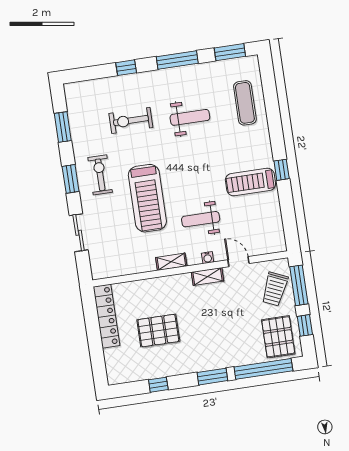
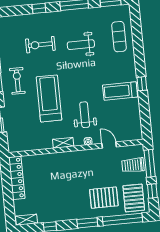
weight bench: (190, 117) -> (81, 45), turned 180
treadmill: (147, 198) -> (49, 98), turned 180
weight bench: (201, 219) -> (85, 115), turned 90
shelving: (208, 276) -> (26, 220), moved
trolley: (275, 289) -> (133, 165), turned 66
pallet: (158, 331) -> (104, 198), moved

